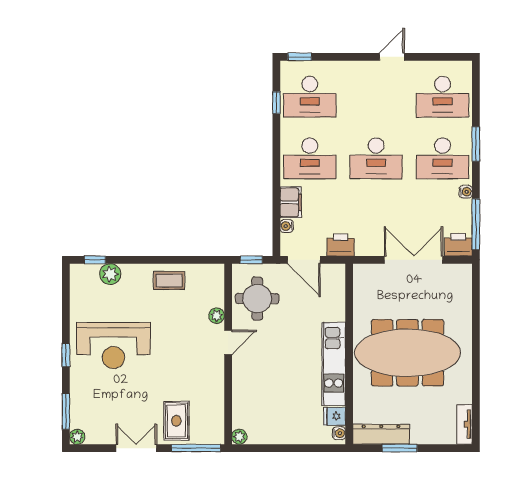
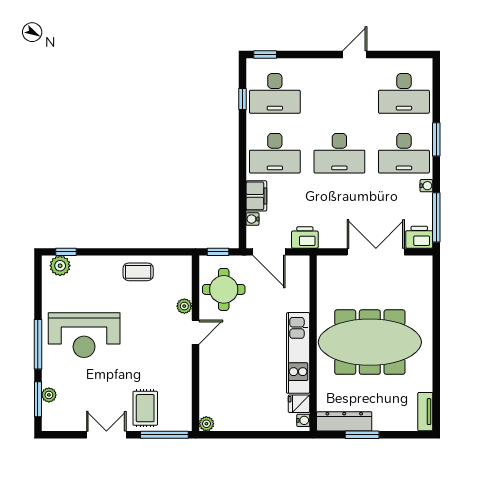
plant: (110, 274) -> (60, 266), moved
window: (66, 355) -> (38, 344), width x2.17
plant: (77, 437) -> (49, 395), moved

